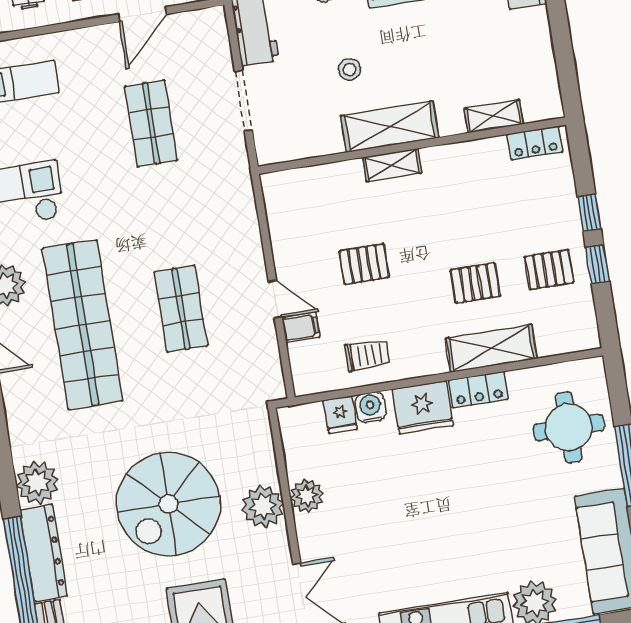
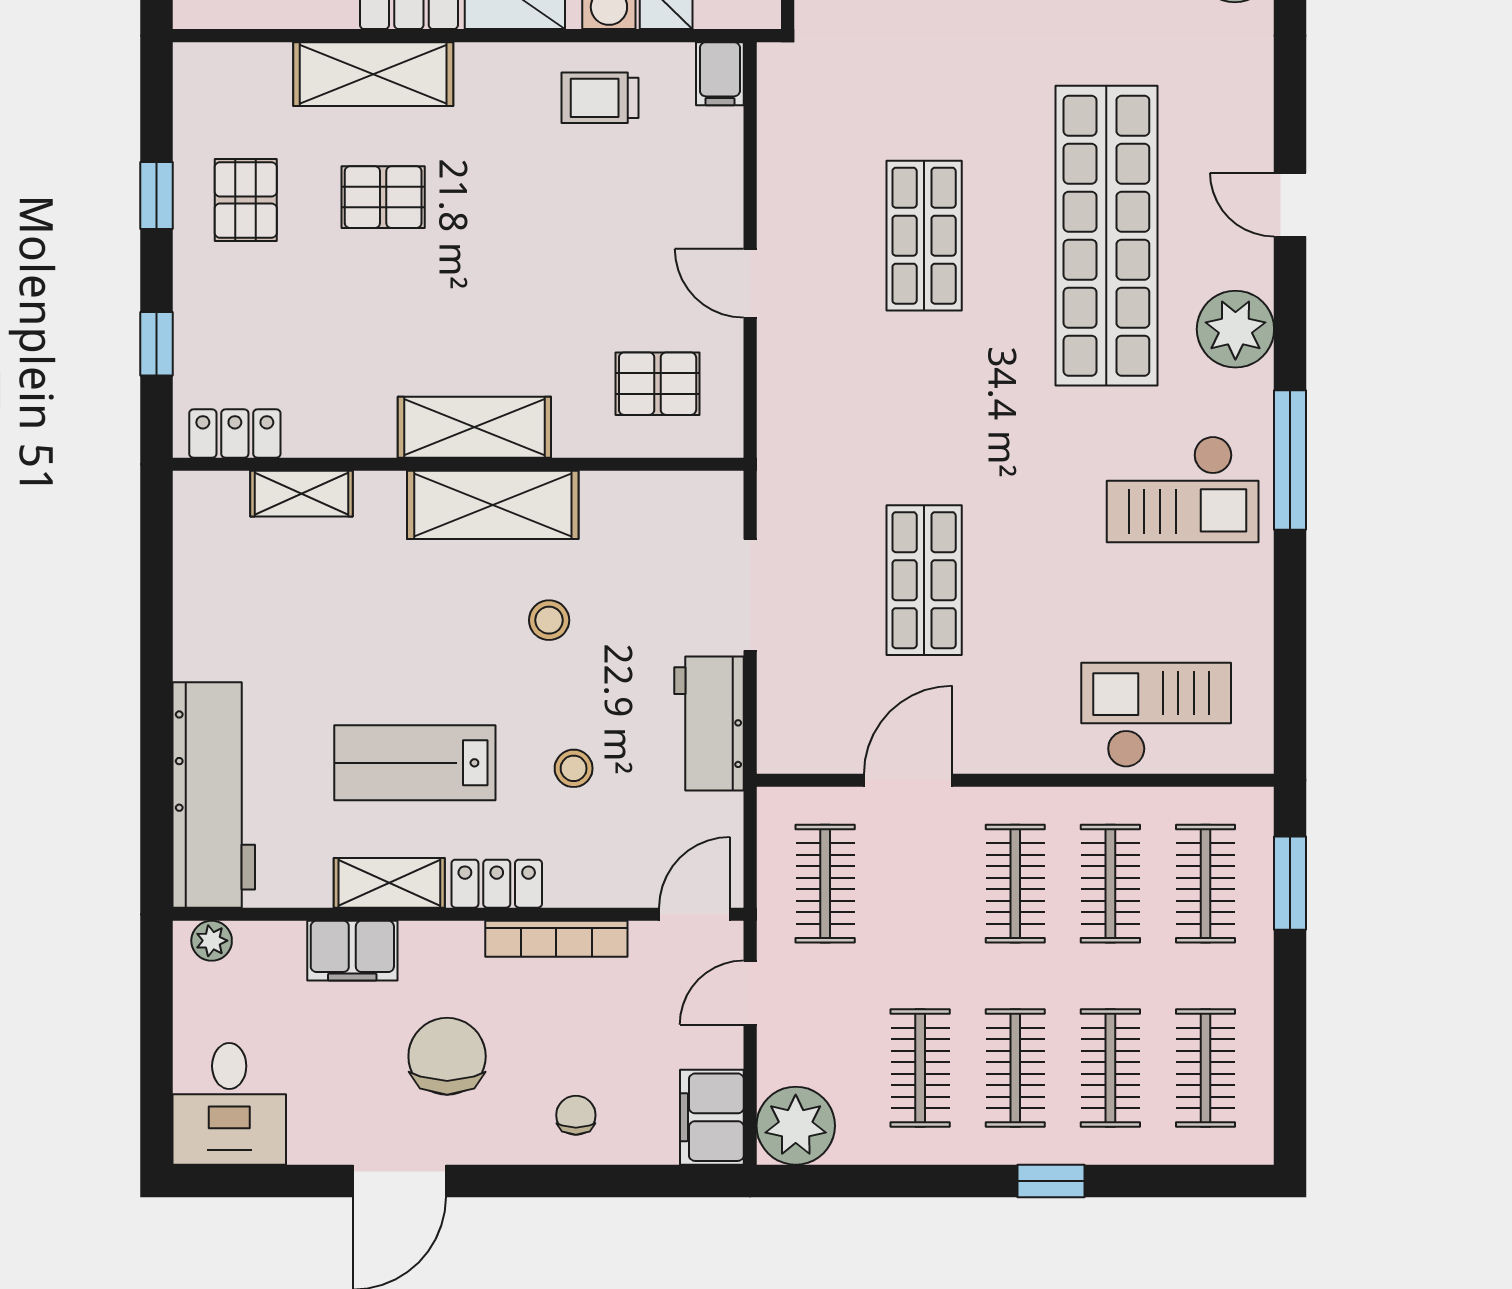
shelving: (392, 165) -> (474, 427), width x1.50, depth x1.33
window: (589, 213) -> (157, 344), moved
pallet: (364, 264) -> (658, 384), moved
pallet: (549, 270) -> (246, 200), turned 90
door: (275, 299) -> (750, 283), moved
filing cabinet: (301, 327) -> (720, 74), moved, turned -90

